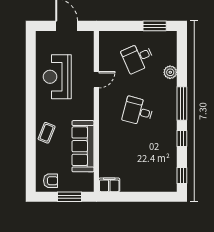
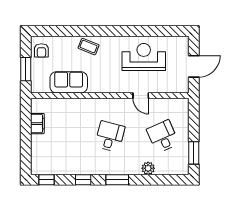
window: (182, 104) -> (117, 180), width x0.69
sofa: (83, 146) -> (69, 82), width x0.73
filing cabinet: (109, 185) -> (37, 124), moved

